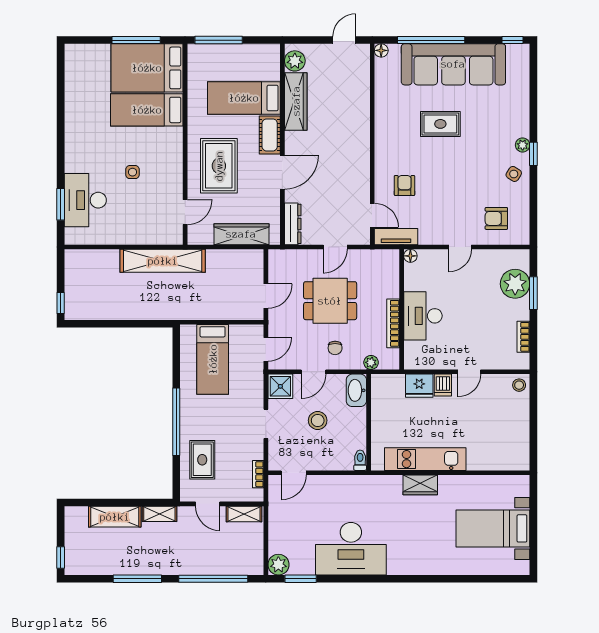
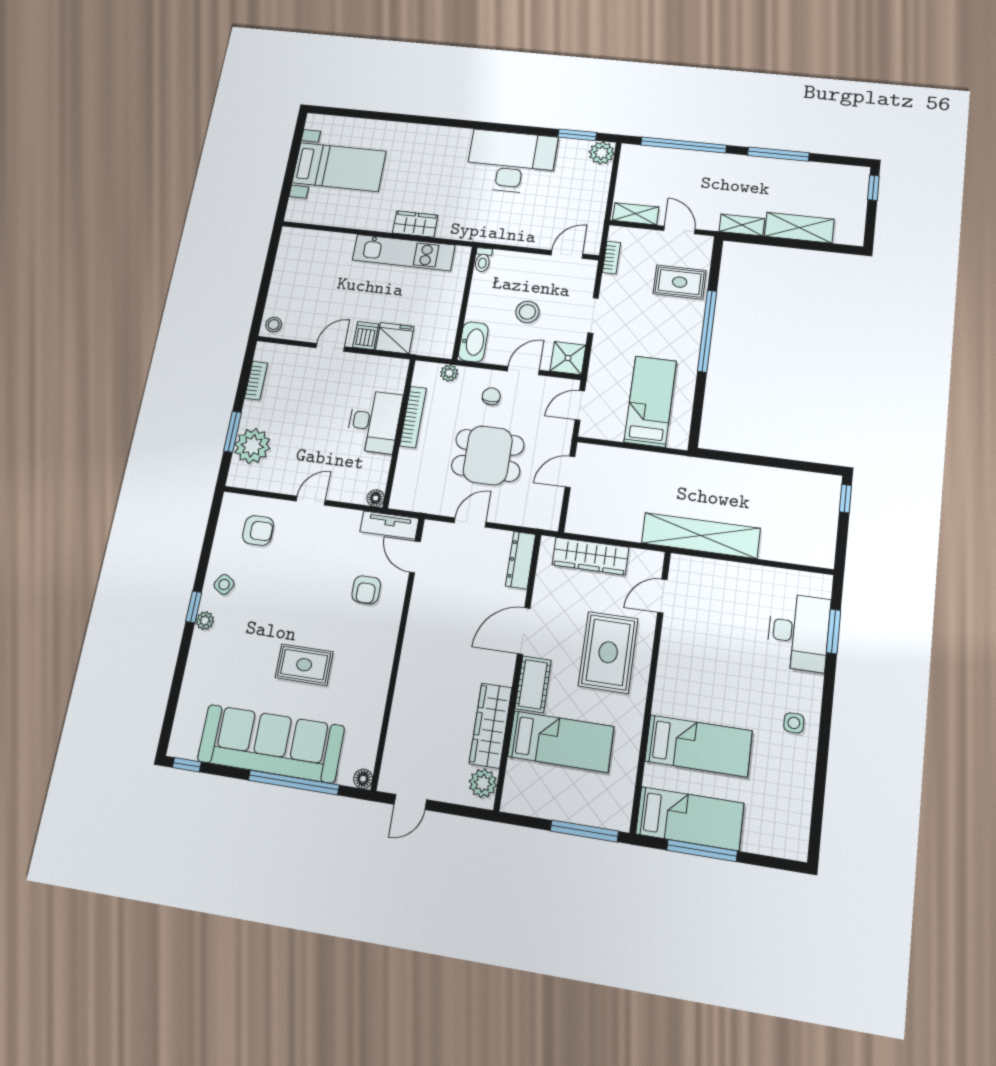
bed: (147, 68) -> (690, 819), width x0.67
side table: (132, 172) -> (794, 723), moved
rug: (202, 460) -> (680, 282), turned 90

